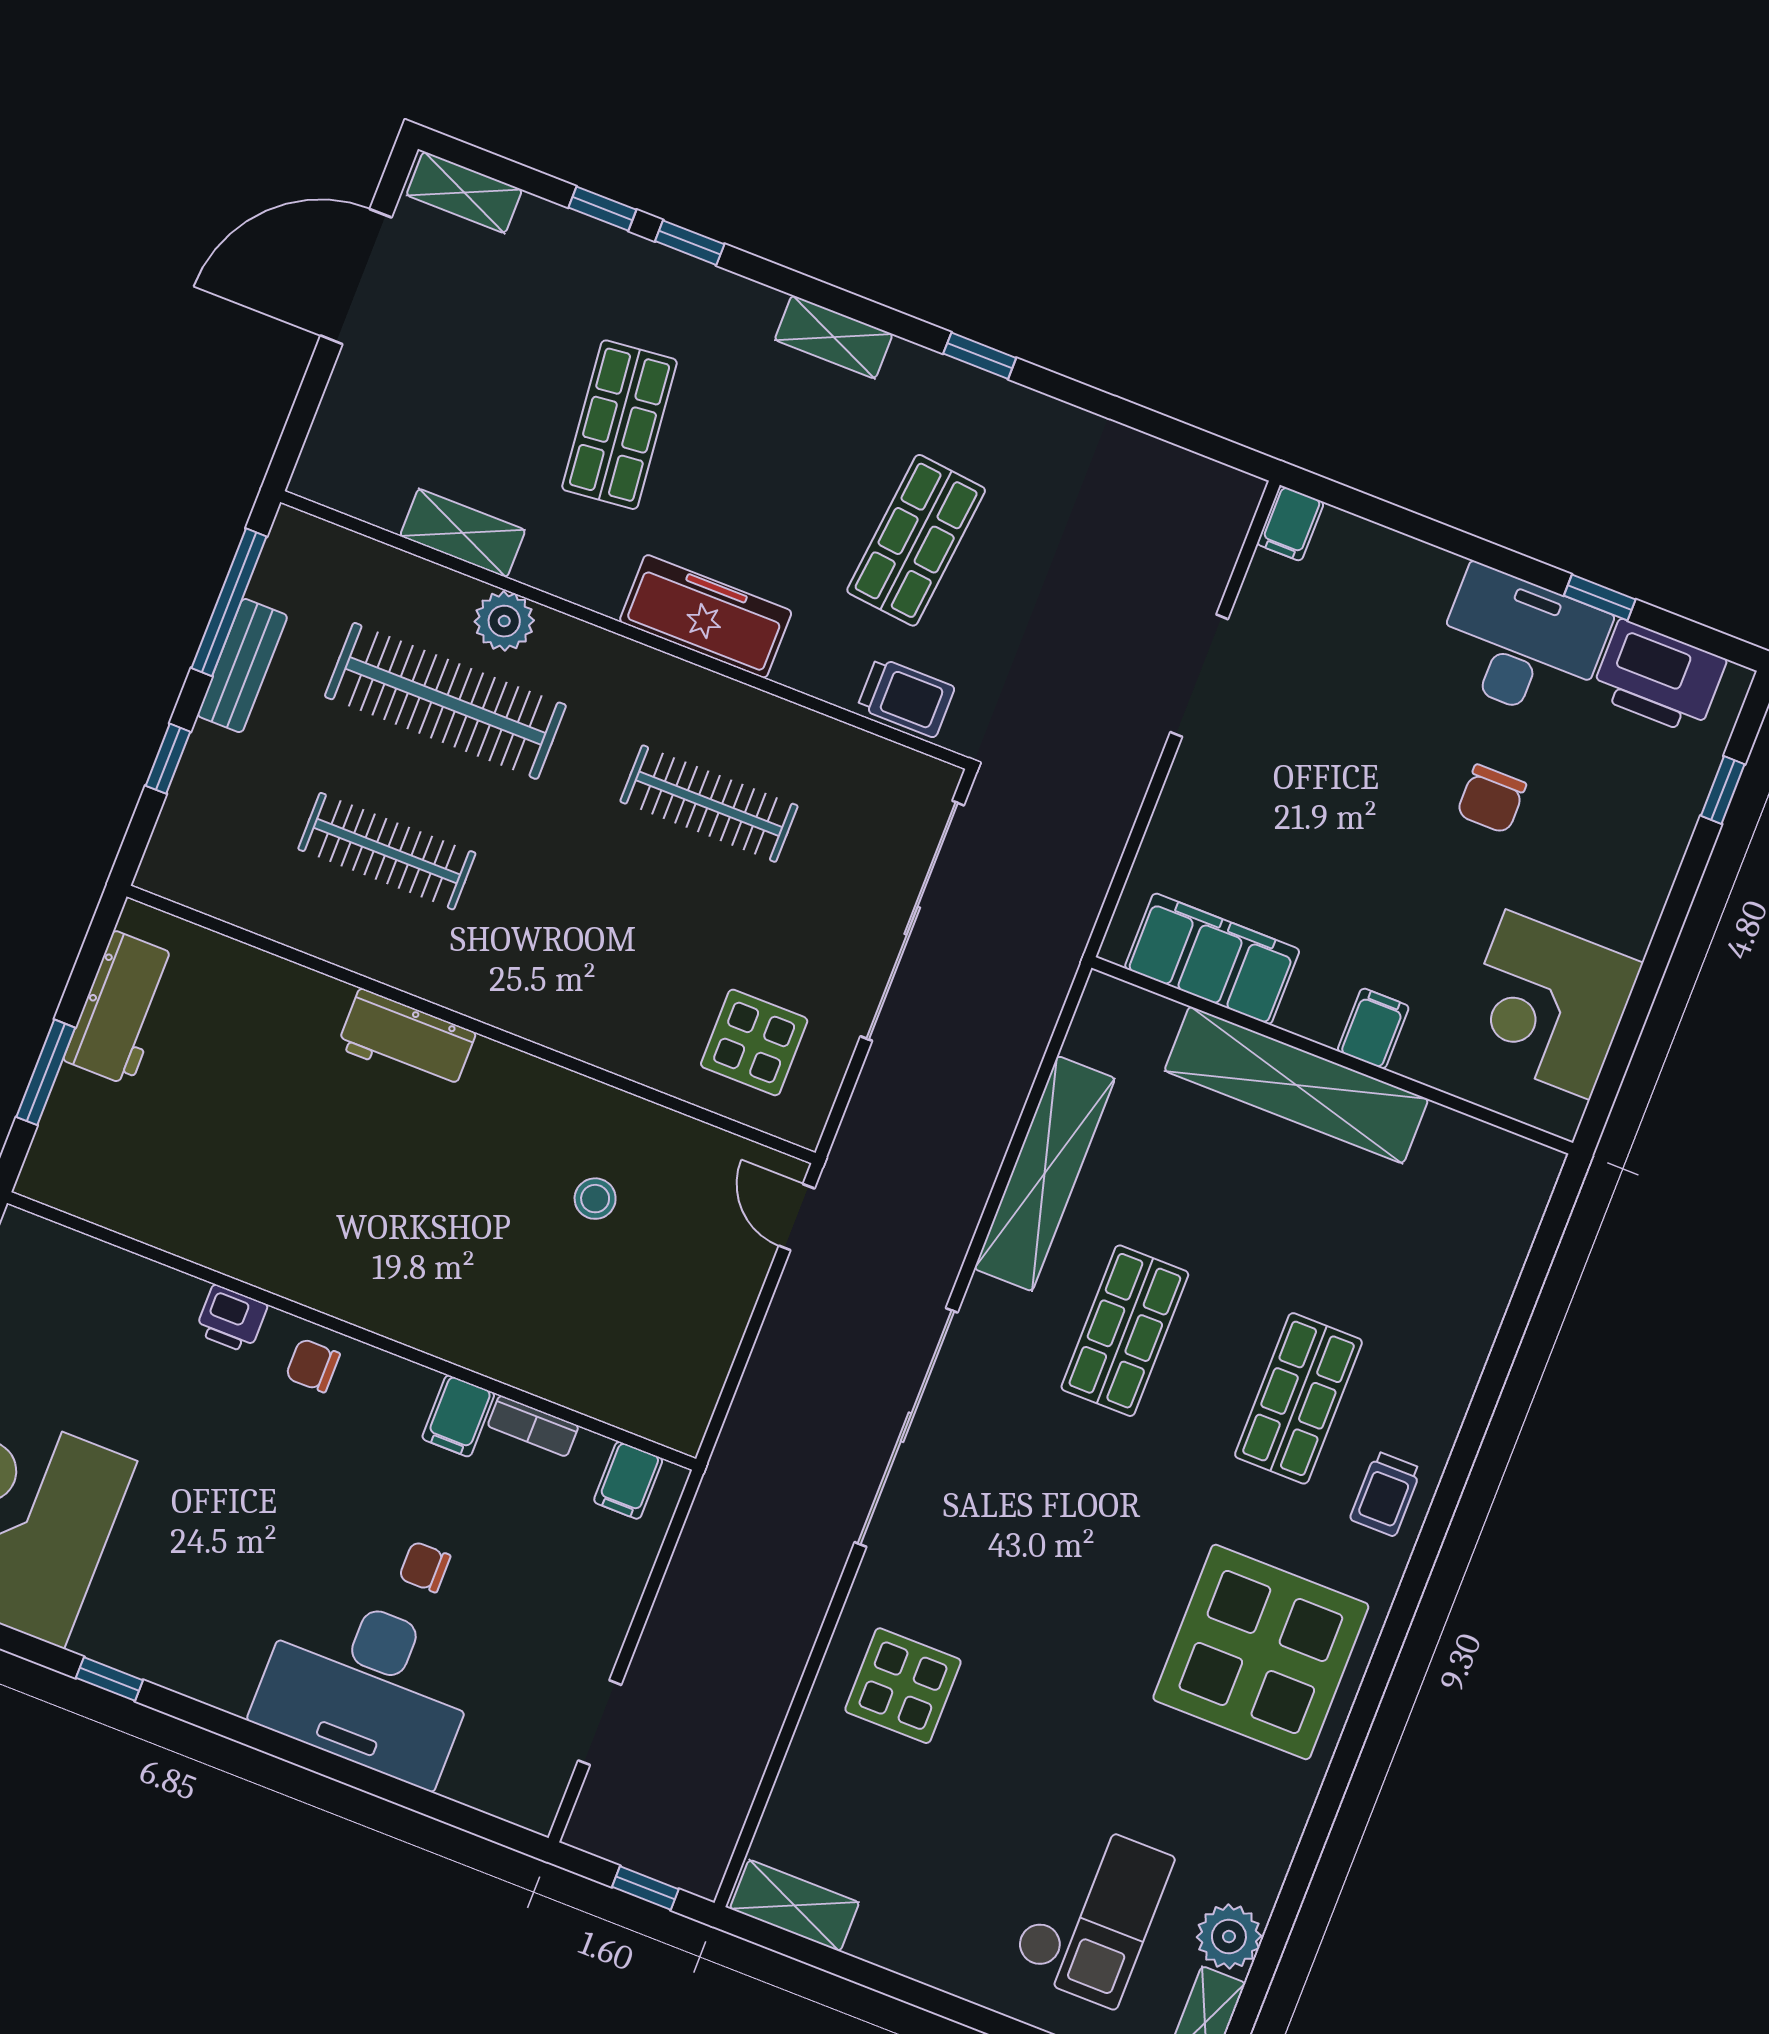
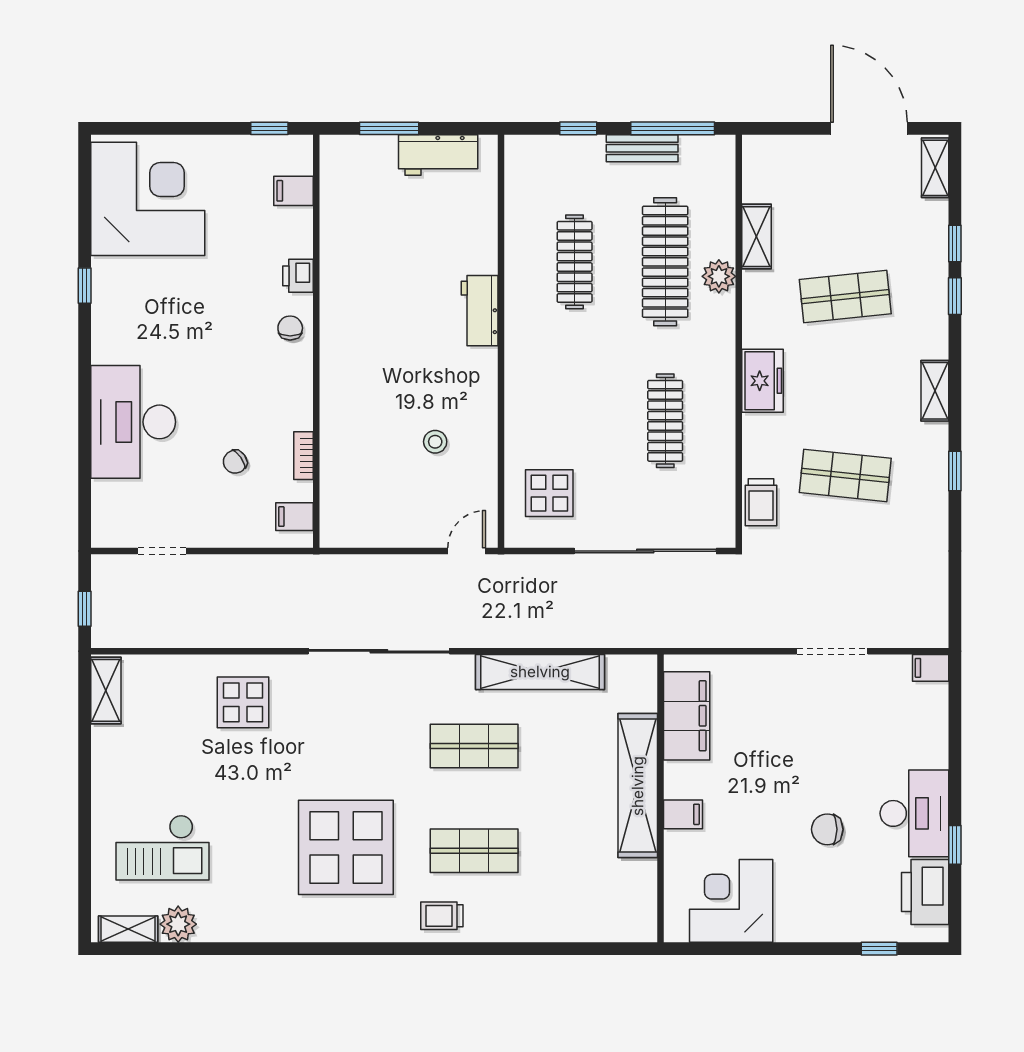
freezer: (706, 616) -> (763, 381), width x0.71
filing cabinet: (458, 1416) -> (293, 191), moved
chair: (425, 1567) -> (235, 462), moved, turned -125
display table: (1261, 1652) -> (346, 847), moved

